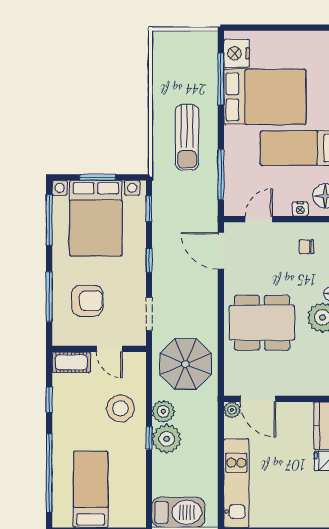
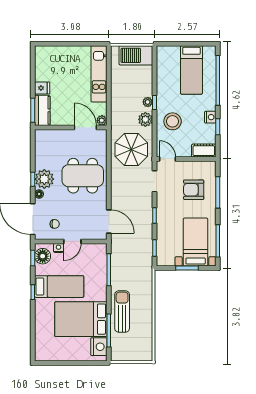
sun lounger: (187, 137) -> (122, 312), moved
bed with nightstands: (96, 218) -> (196, 242), width x0.73
door: (259, 219) -> (72, 241), moved
door: (109, 349) -> (168, 159), moved
nightstand: (61, 415) -> (210, 117), added
plant: (167, 439) -> (148, 102), width x0.53, depth x0.53

